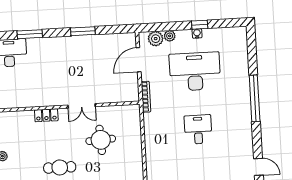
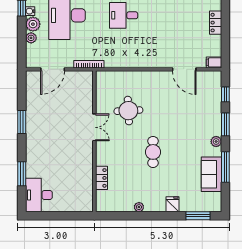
plant: (156, 39) -> (33, 24), moved
door: (139, 60) -> (53, 69), hinge flipped
locker: (46, 115) -> (102, 178), moved

